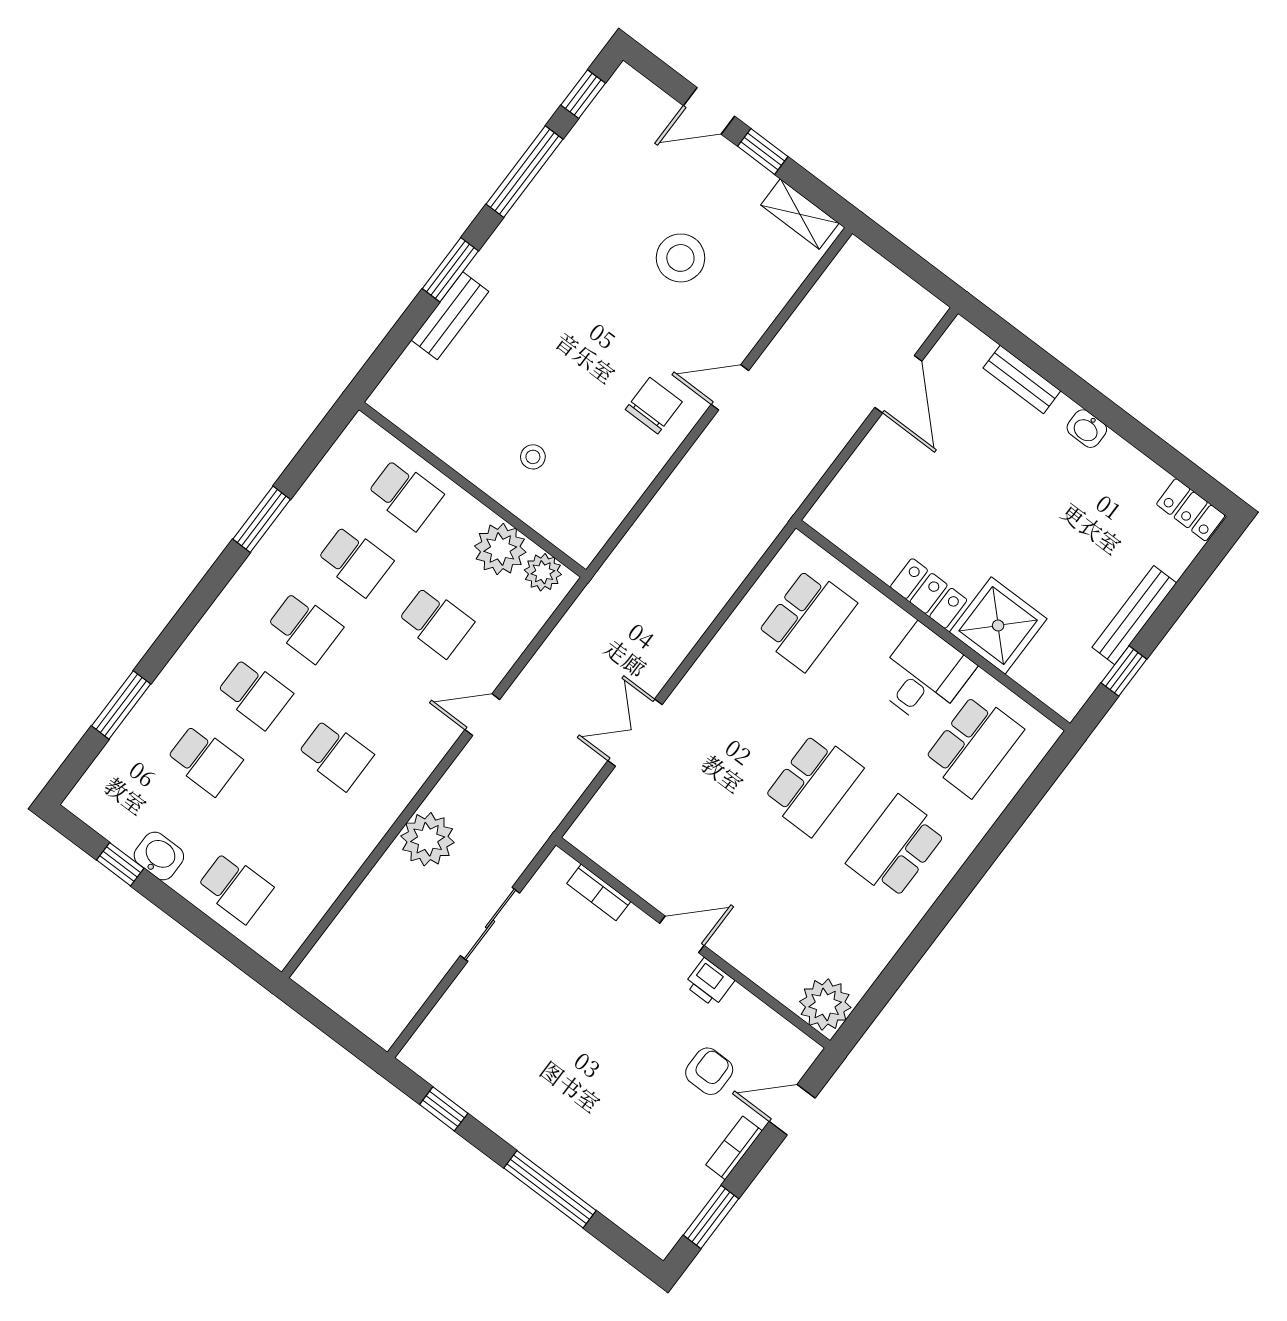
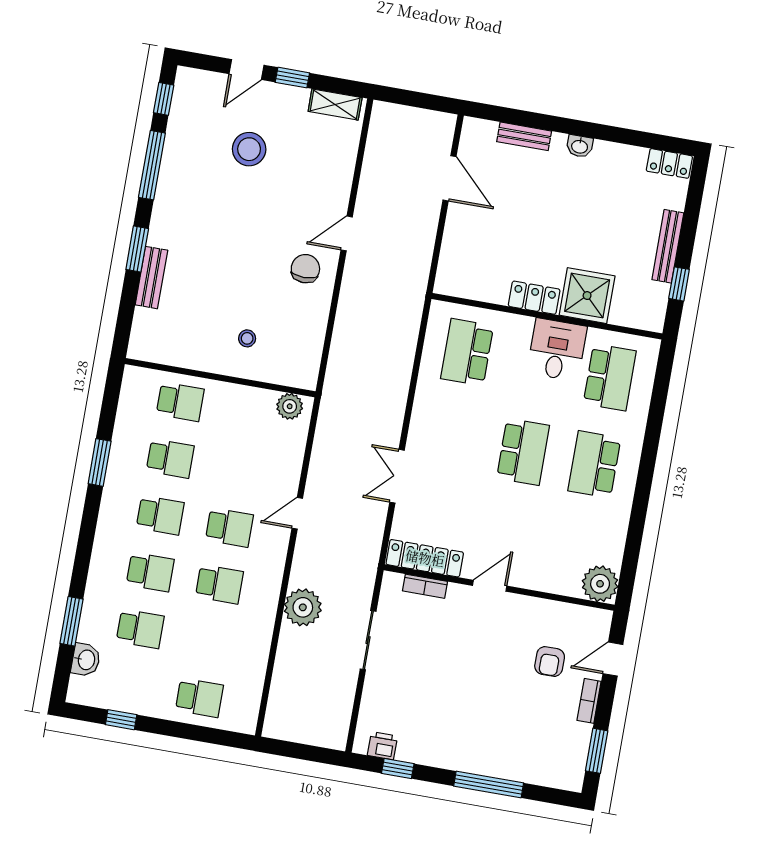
stool: (680, 258) -> (249, 149), moved
plant: (500, 549) -> (256, 405), removed
school desk: (807, 619) -> (467, 352), turned 180
school desk: (436, 622) -> (229, 527), moved
washbasin: (159, 856) -> (86, 660), moved, turned 90
locker: (617, 856) -> (425, 558), added
printer: (709, 983) -> (382, 746), moved, turned 180
armchair: (709, 1071) -> (550, 661), turned 180

